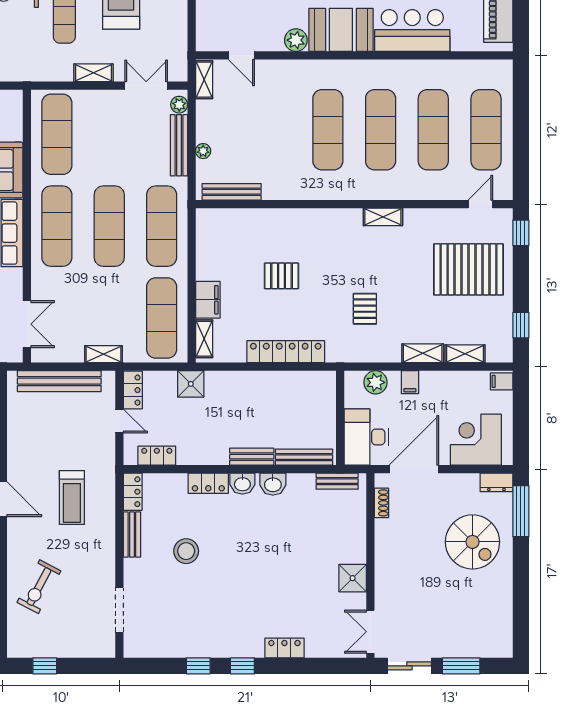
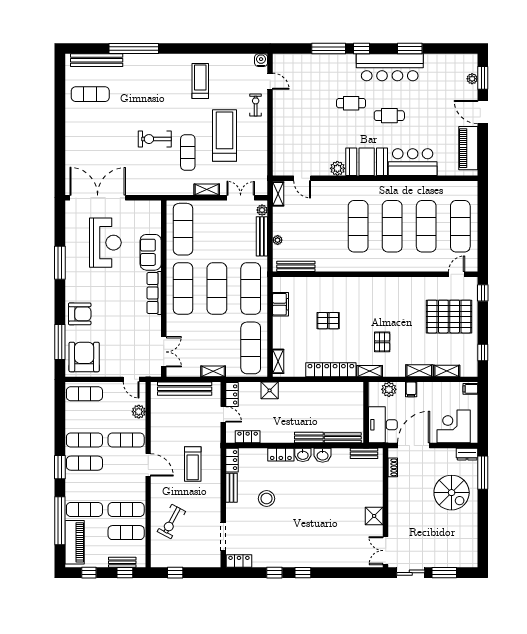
shelving: (383, 217) -> (370, 371), moved
filing cabinet: (208, 300) -> (281, 304), moved
locker: (284, 648) -> (239, 561), moved

